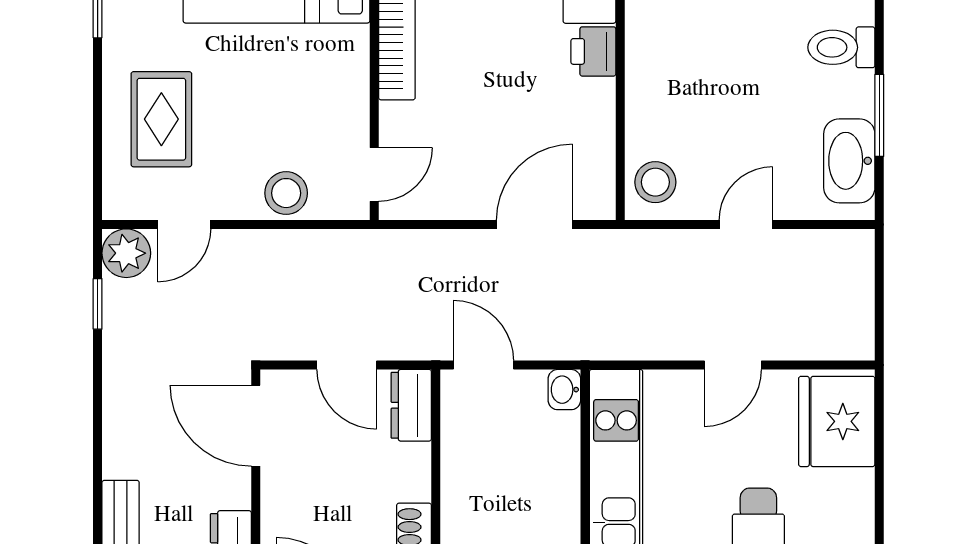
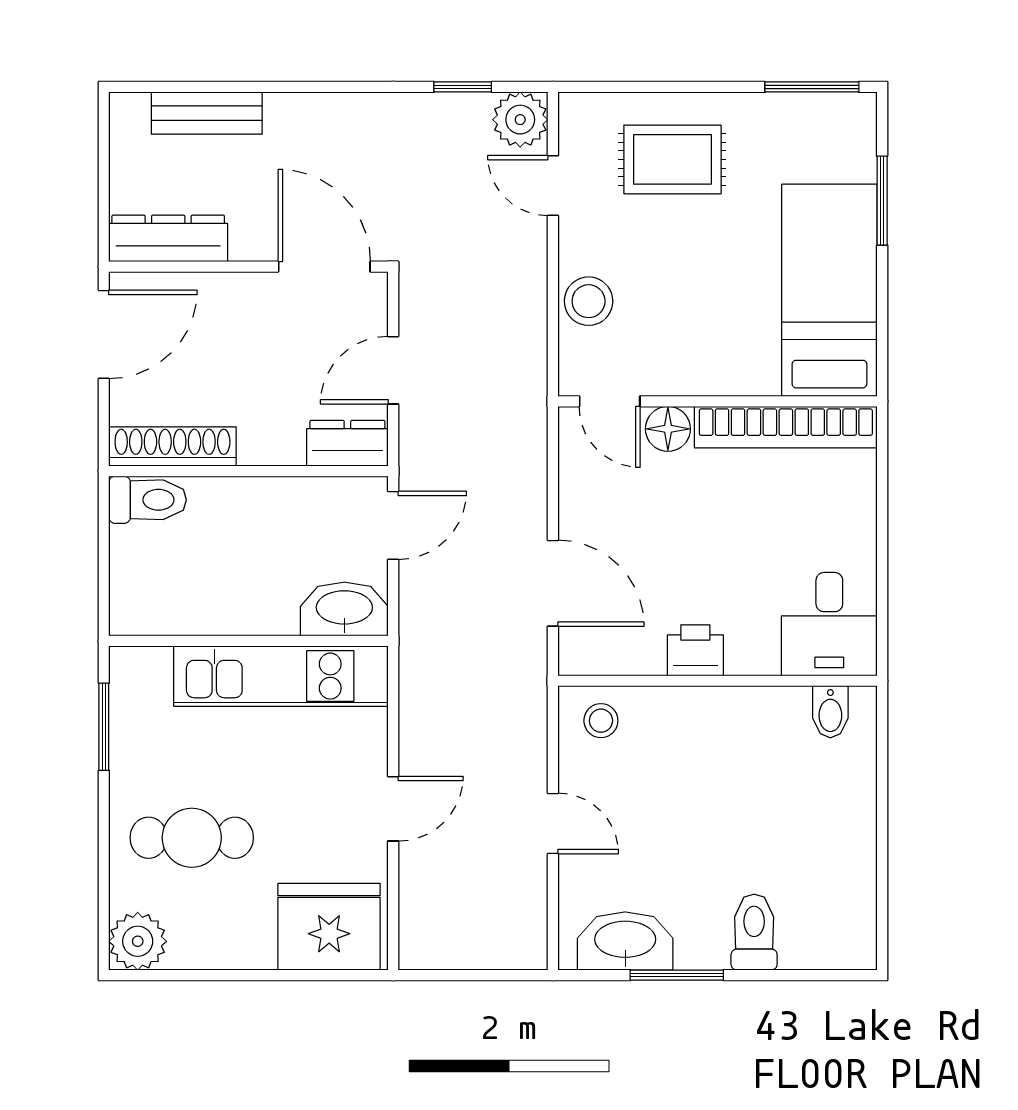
printer: (593, 51) -> (695, 650), moved
floor lamp: (398, 123) -> (668, 429), added
stool: (655, 182) -> (601, 721), width x0.73, depth x0.73
door: (733, 365) -> (393, 809), swing flipped
washbasin: (564, 390) -> (344, 609), width x1.91, depth x1.45
door: (256, 426) -> (324, 267), hinge flipped

